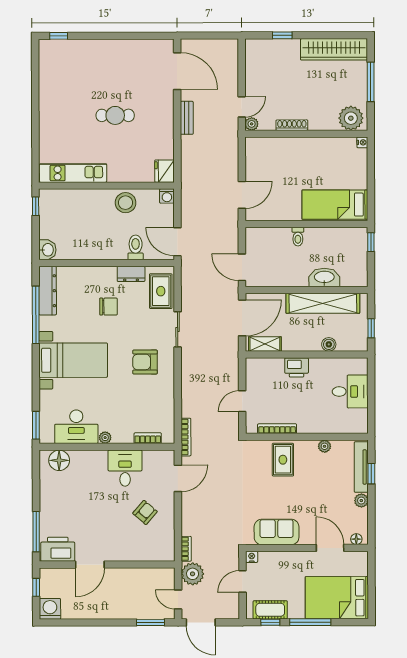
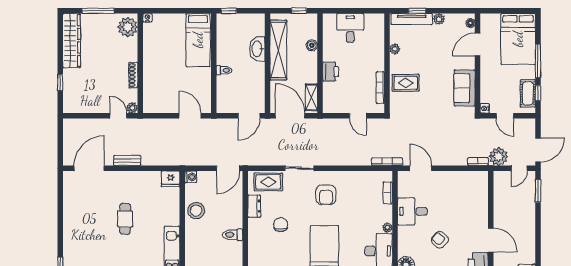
toilet: (136, 247) -> (233, 235), moved
armchair: (145, 512) -> (440, 240), moved

